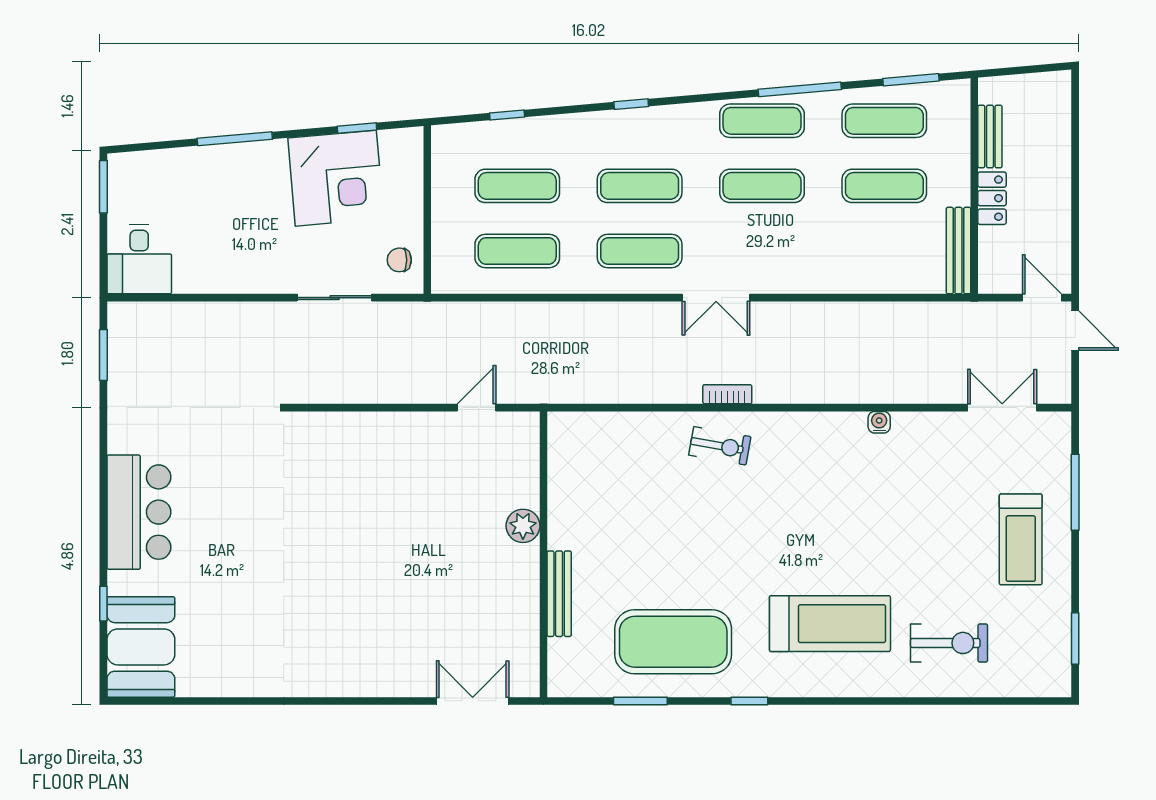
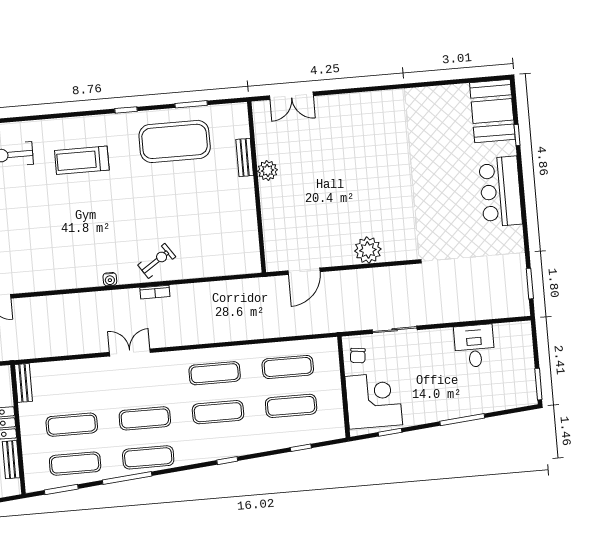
corner desk: (336, 178) -> (374, 401), moved, turned 95
bench: (958, 251) -> (23, 383), width x0.73
desk: (139, 259) -> (474, 346), moved
chair: (399, 260) -> (358, 356), turned 97
double door: (716, 298) -> (130, 352), moved
door: (477, 408) -> (304, 271), width x1.38
water cooler: (879, 422) -> (110, 279), moved
plant: (368, 434) -> (368, 250), added
exercise bike: (720, 446) -> (157, 261), turned 136
plant: (523, 526) -> (267, 170), moved
bench: (559, 594) -> (245, 157), width x0.73
treadmill: (830, 624) -> (82, 160), width x0.73, depth x0.73

